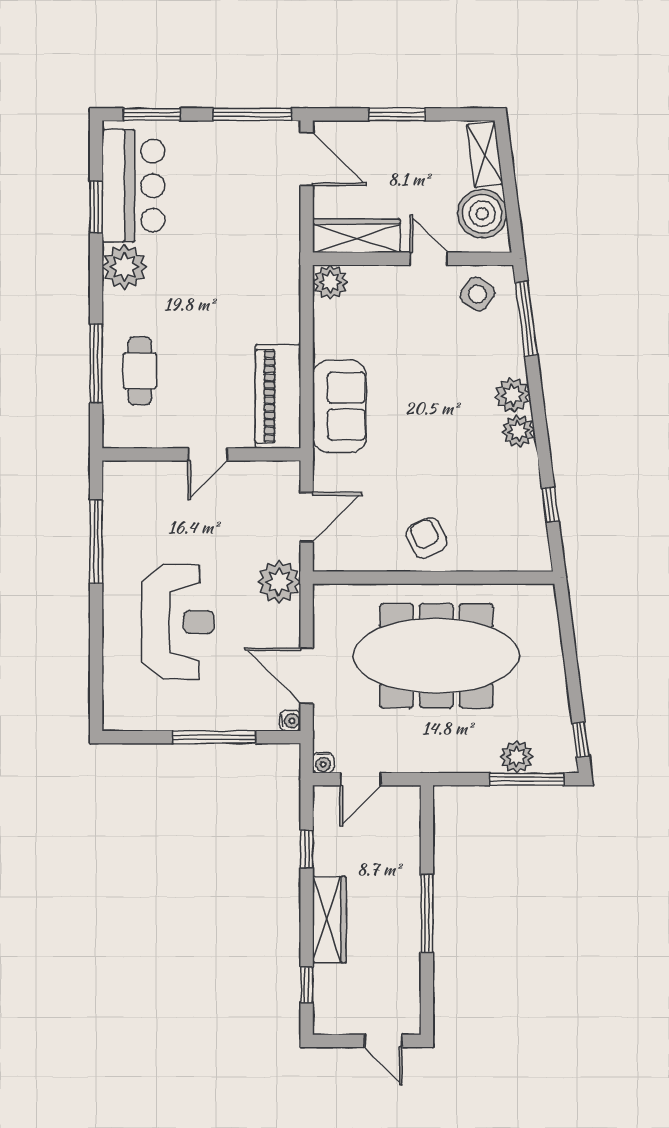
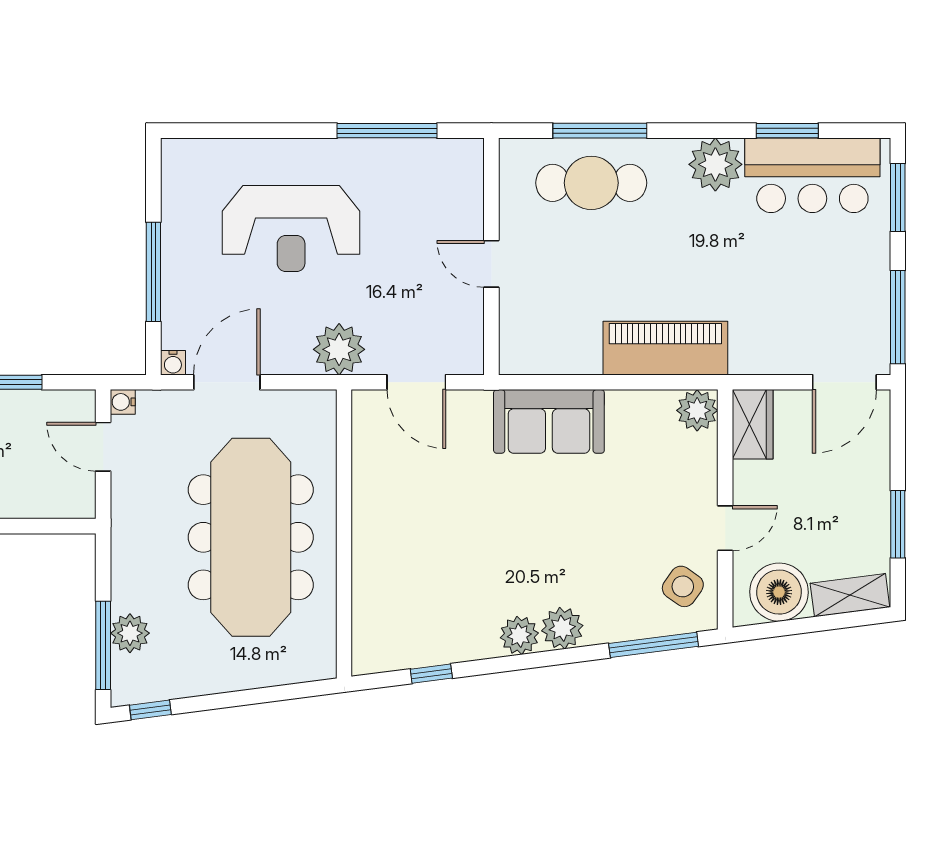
window: (397, 114) -> (898, 524), moved
wardrobe: (356, 236) -> (753, 424), width x0.67
cafe table: (140, 371) -> (591, 183), width x1.37, depth x1.35
piano: (278, 396) -> (665, 348), moved
armchair: (427, 538) -> (392, 526), removed

